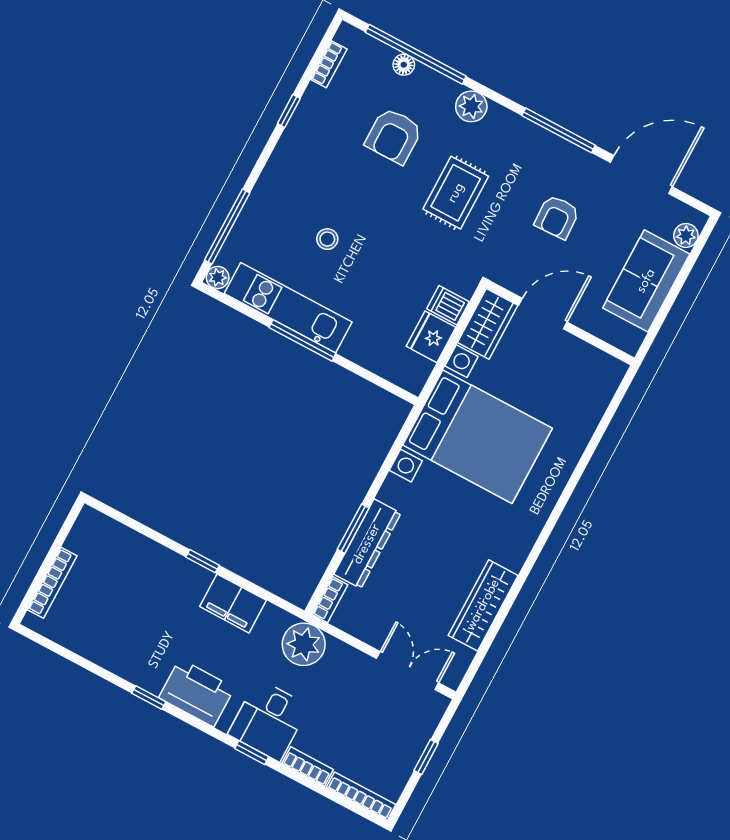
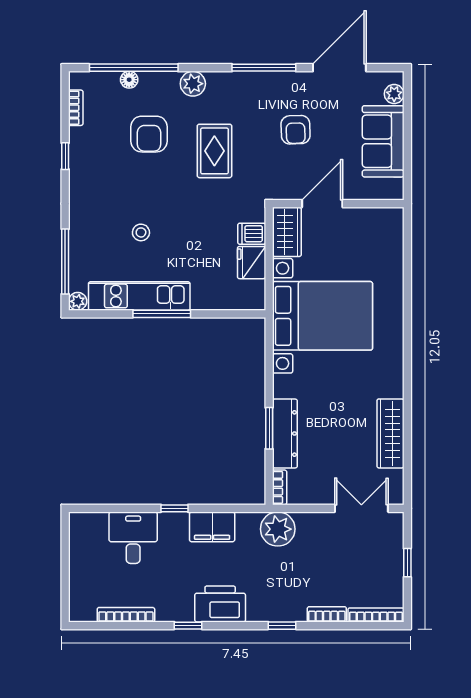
bookcase: (52, 583) -> (126, 615), moved, turned -90
desk: (269, 720) -> (133, 538), moved, turned 180

